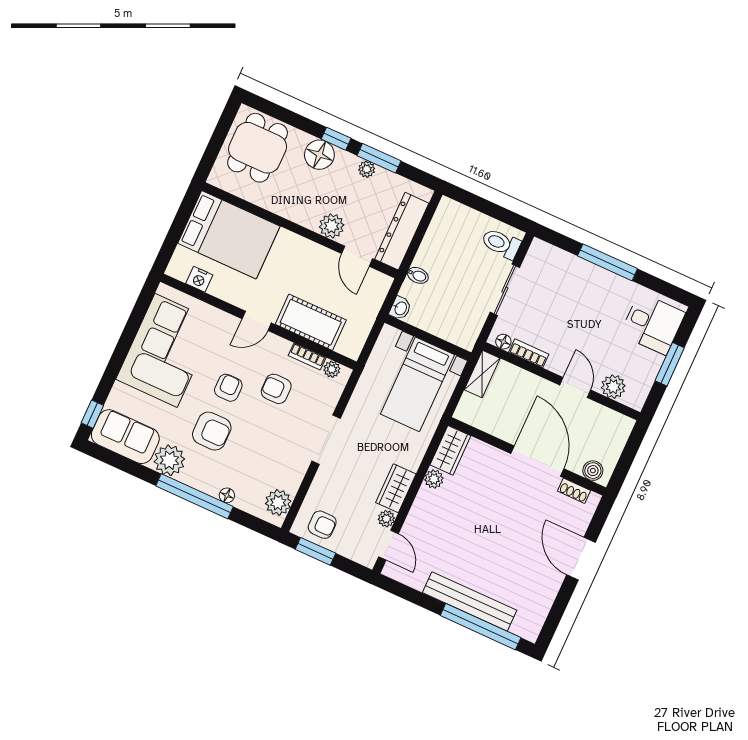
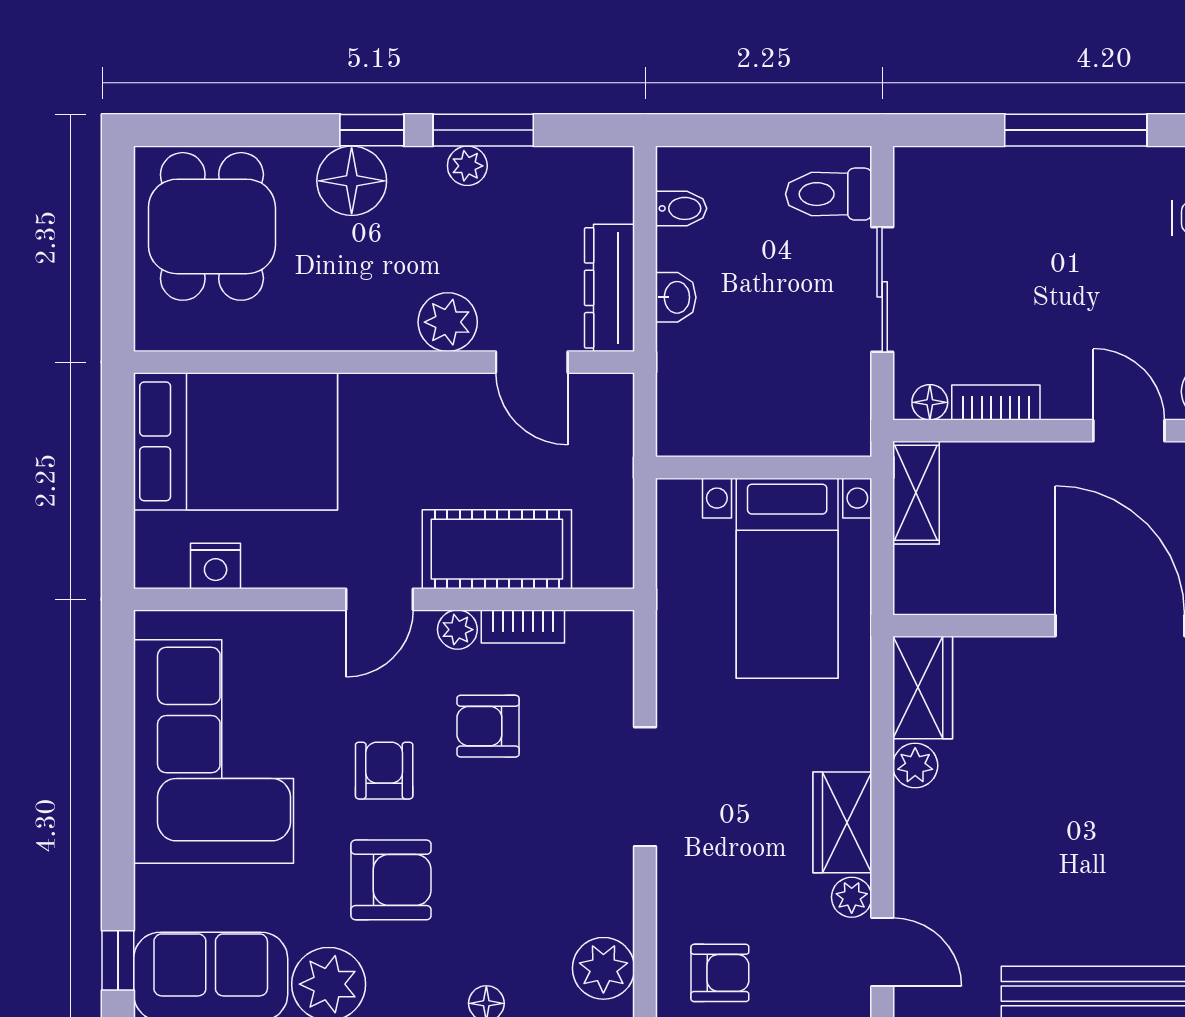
dresser: (402, 231) -> (610, 288), width x0.73, depth x0.80
bidet: (418, 275) -> (681, 208), moved
washbasin: (400, 308) -> (676, 297), moved
plant: (332, 369) -> (457, 630), moved

